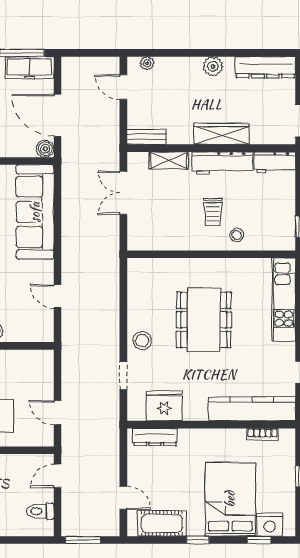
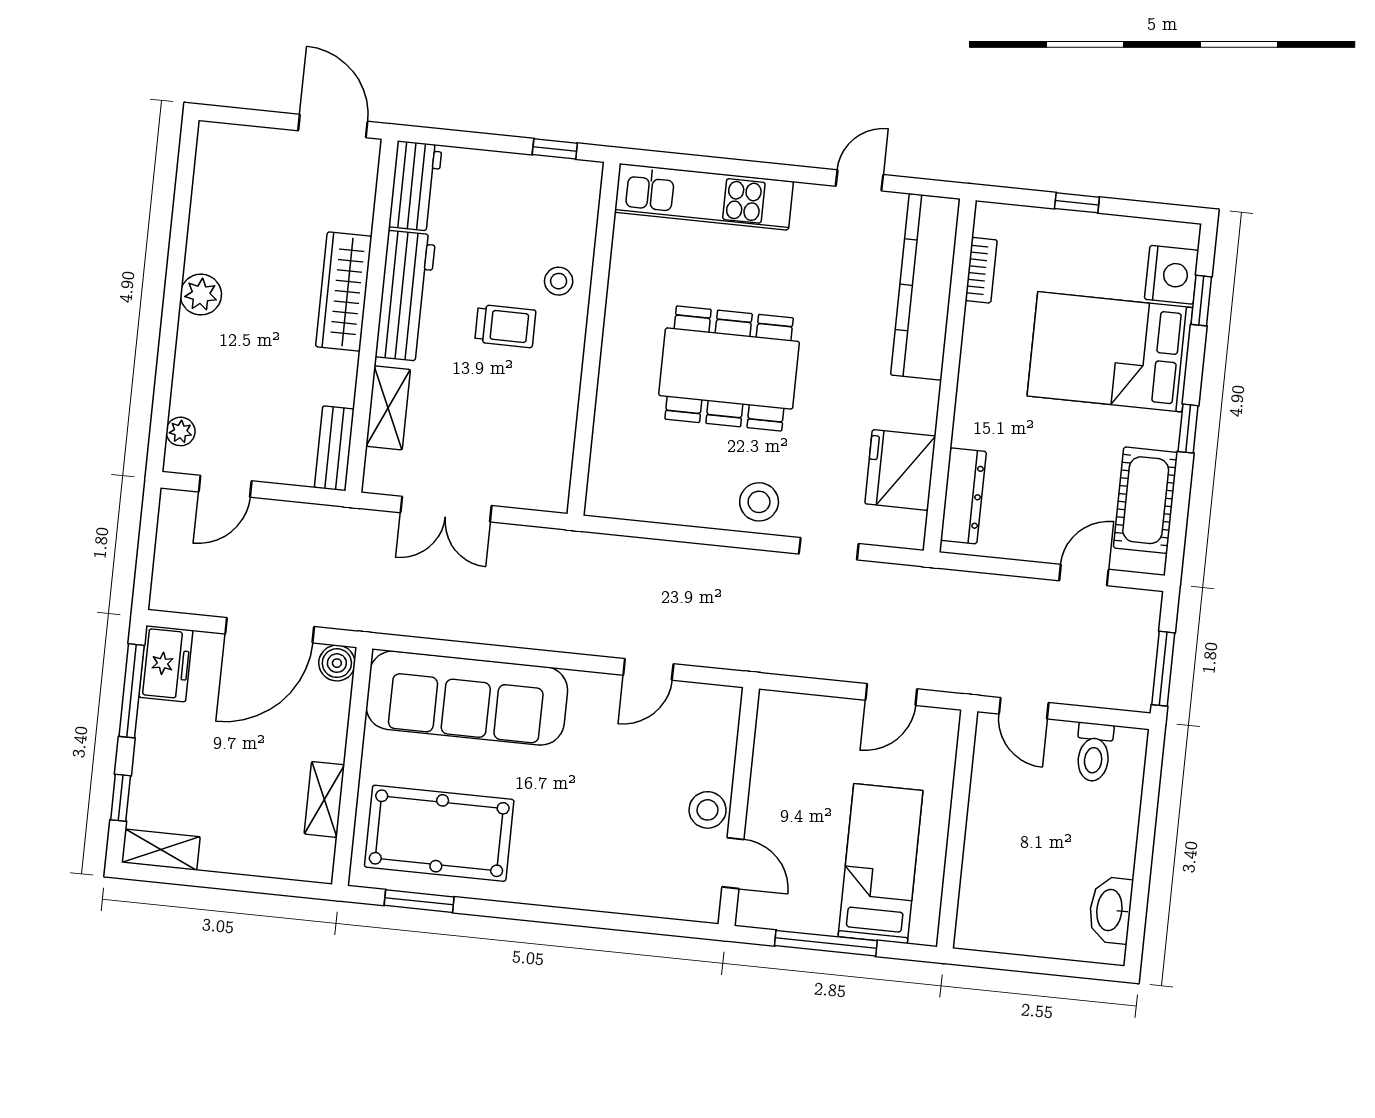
dresser: (265, 67) -> (214, 185), removed
freezer: (30, 68) -> (166, 664), width x0.71

